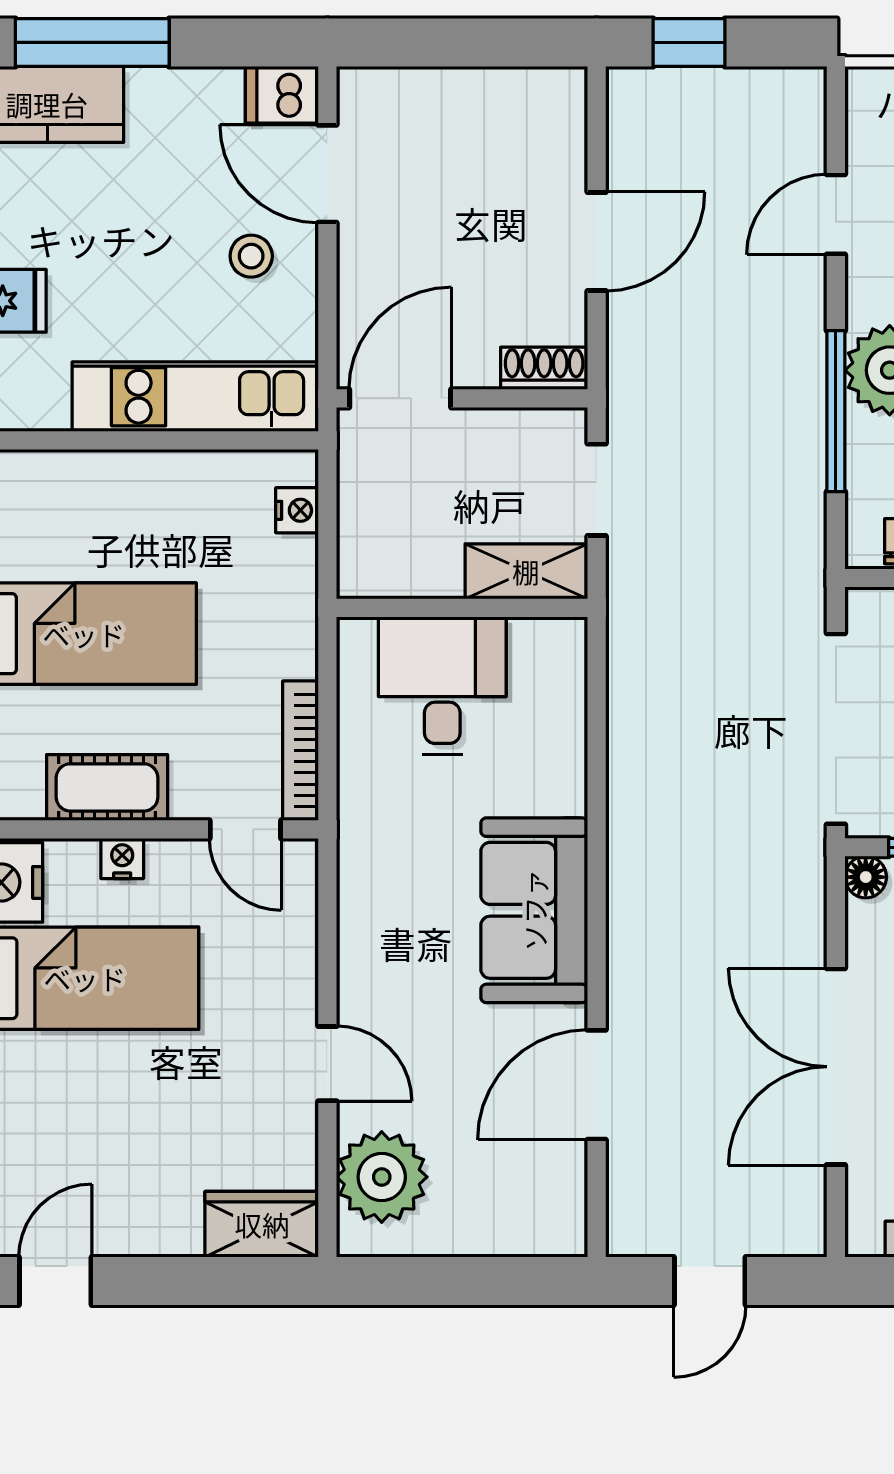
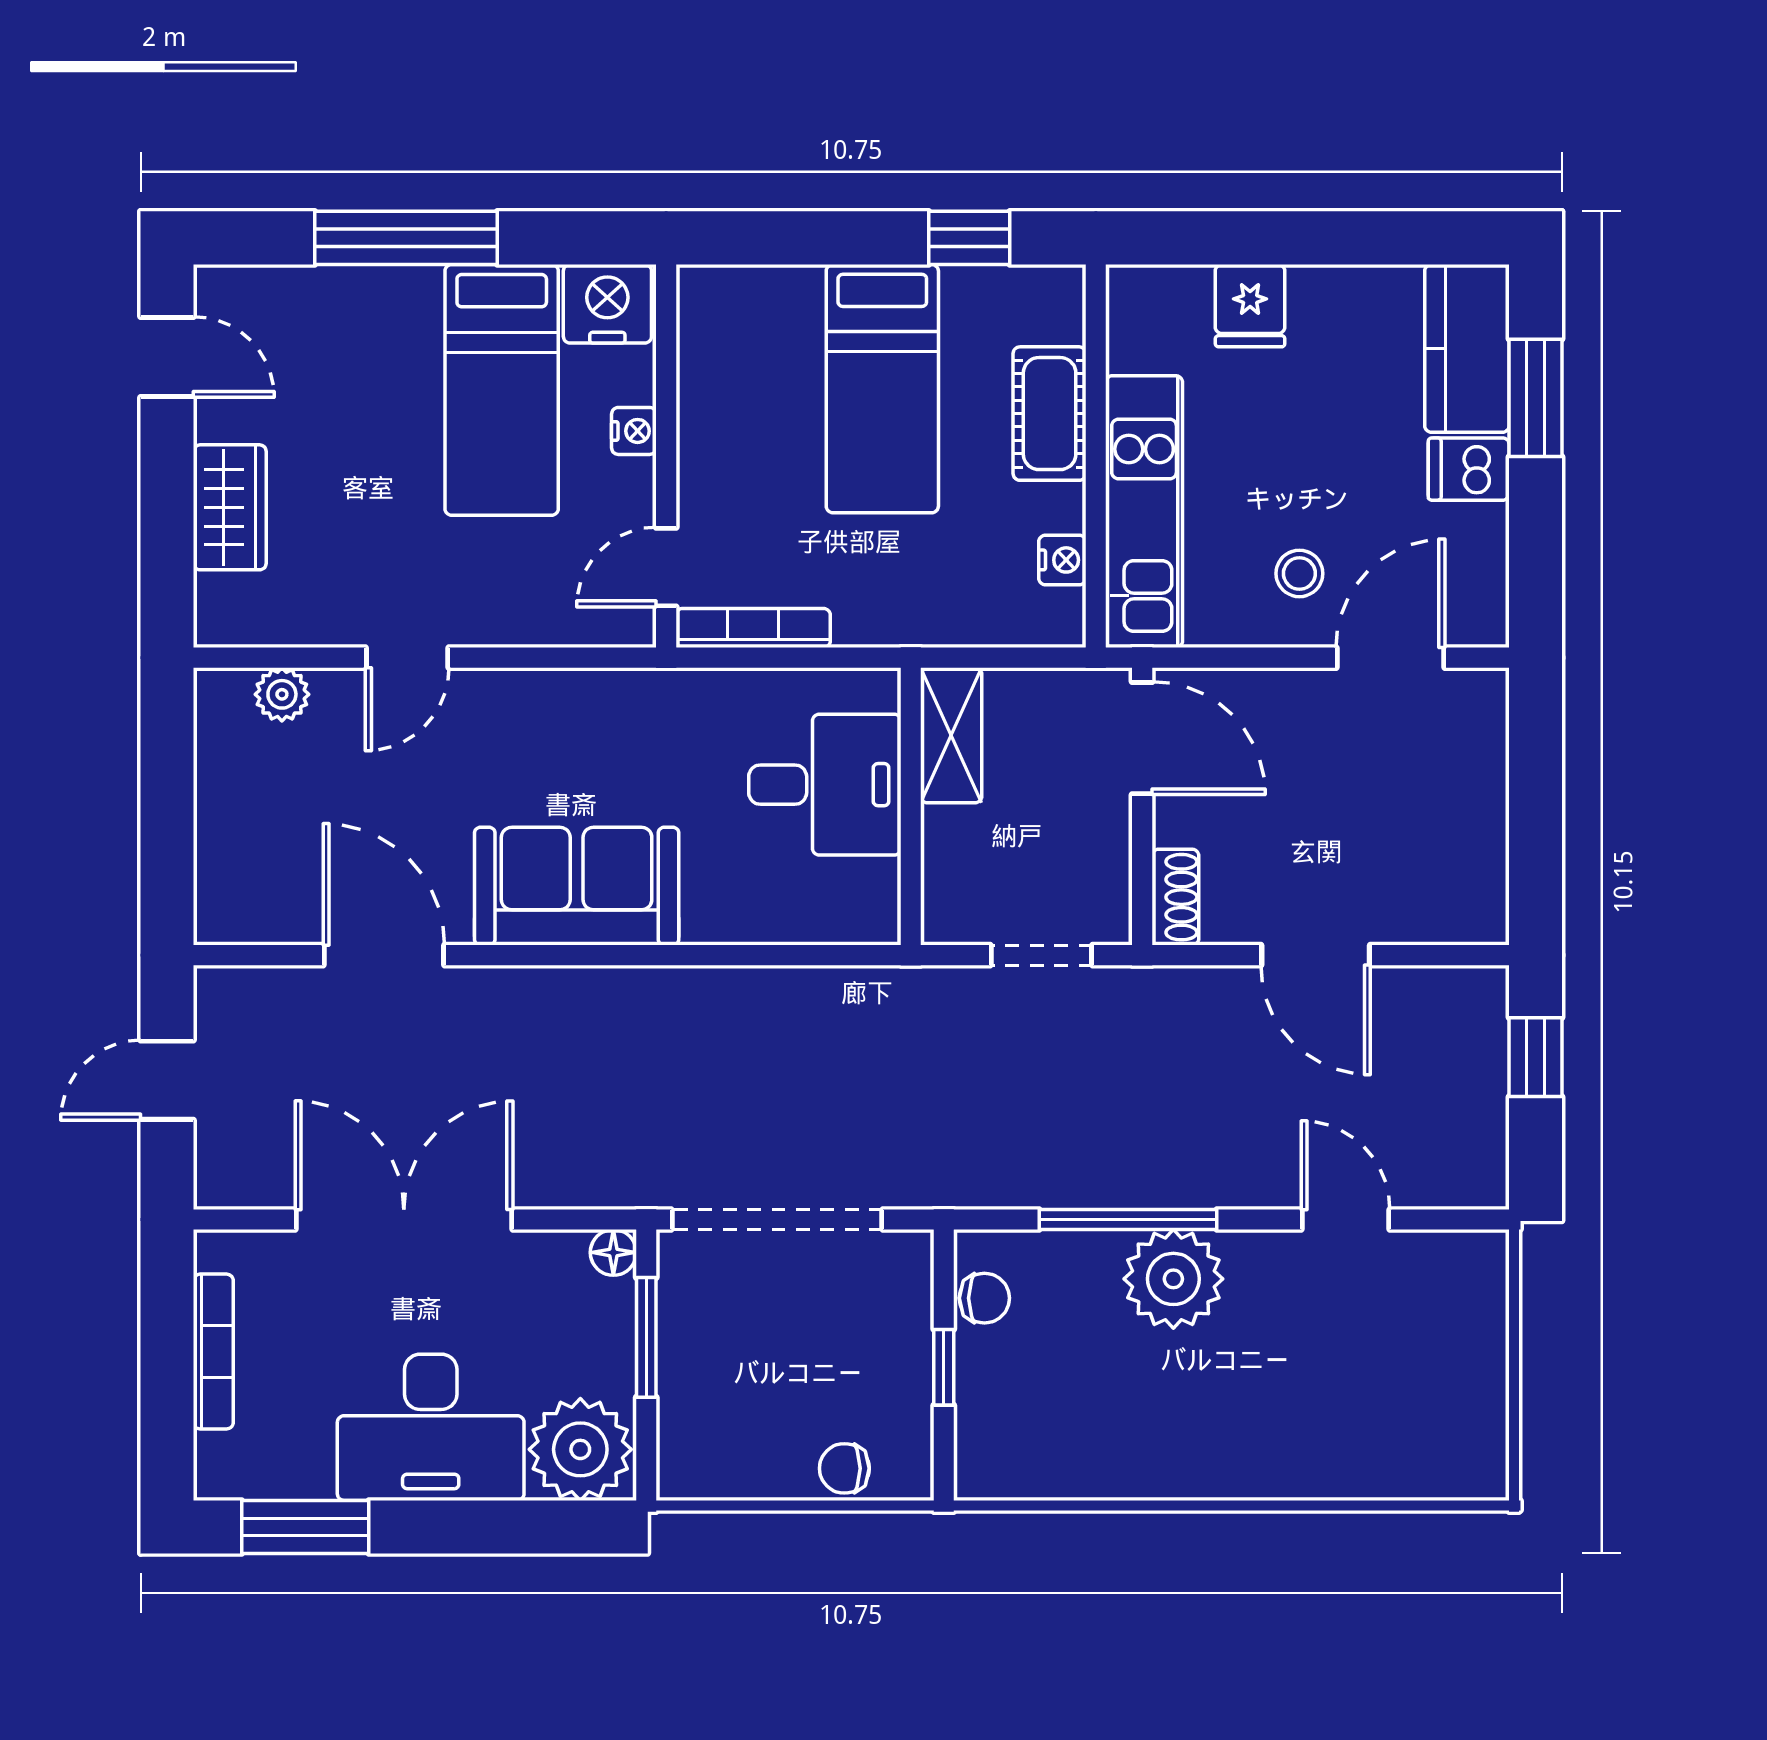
window: (92, 42) -> (1535, 398), width x0.69
dishwasher: (282, 95) -> (1469, 469), moved, turned -90
nightstand: (297, 510) -> (1062, 560), moved, turned -90
shelving: (526, 571) -> (951, 735), moved
cot: (107, 787) -> (1050, 414), moved
plant: (382, 1177) -> (282, 694), width x0.53, depth x0.53
wardrobe: (262, 1224) -> (230, 507), moved
door: (710, 1281) -> (167, 1080), hinge flipped

